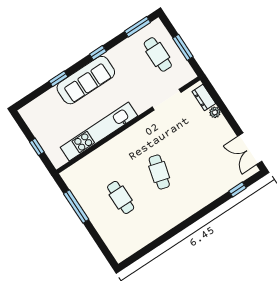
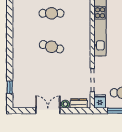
fridge: (186, 75) -> (100, 101), added
double door: (250, 149) -> (48, 111), moved

